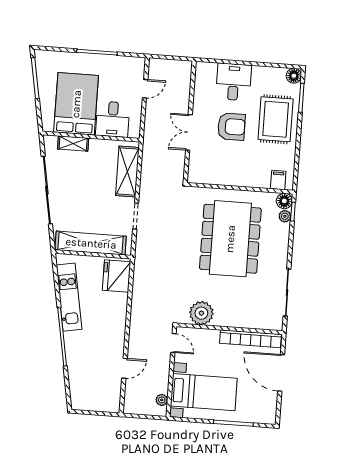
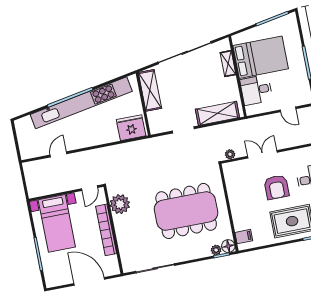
shelving: (91, 243) -> (150, 90), width x0.68
kitchen unit: (69, 297) -> (81, 103), width x1.86
bookcase: (251, 339) -> (106, 230), moved
door: (124, 368) -> (58, 154), swing flipped
door: (281, 373) -> (89, 281), hinge flipped
plant: (162, 400) -> (230, 154), moved

